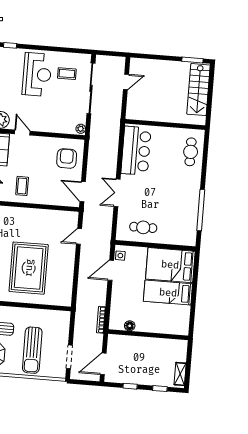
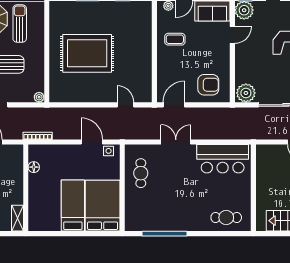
plant: (81, 129) -> (246, 93), width x1.88, depth x1.88
plant: (66, 316) -> (39, 97), added
shelving: (176, 345) -> (17, 218), added

